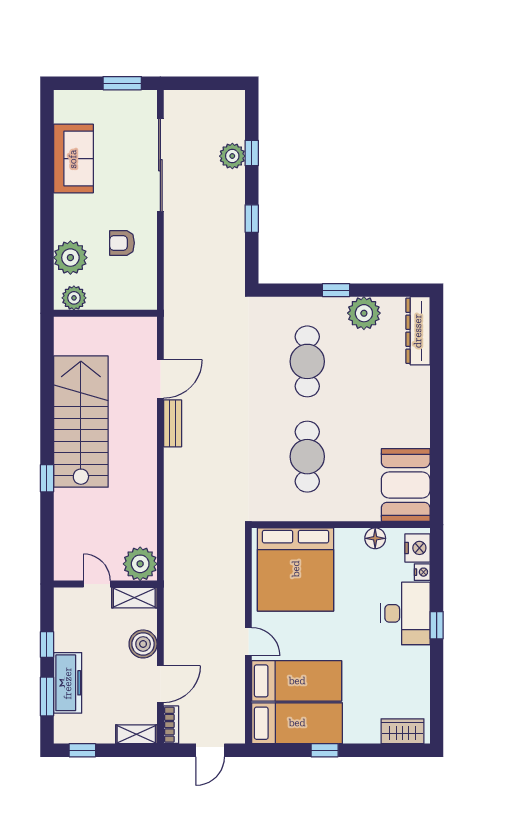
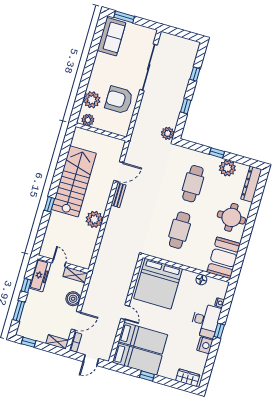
window: (122, 83) -> (124, 17), moved
plant: (232, 156) -> (168, 133), moved
sofa: (73, 159) -> (111, 37), moved
armchair: (122, 243) -> (119, 100), width x1.88, depth x1.88
round table: (398, 404) -> (231, 217), added
nightstand: (417, 548) -> (205, 345), moved
plant: (140, 564) -> (94, 219), moved
freezer: (68, 683) -> (40, 275), moved

